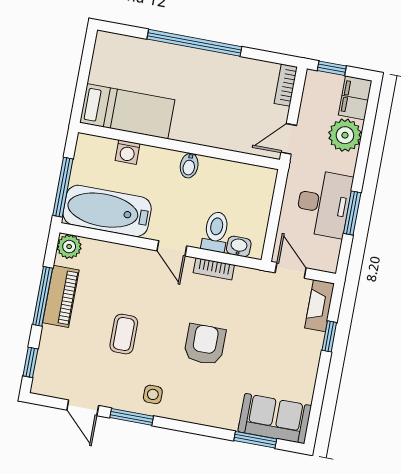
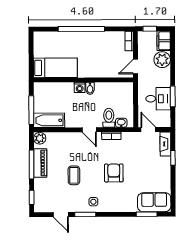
washing machine: (127, 152) -> (80, 87), moved
desk: (324, 204) -> (158, 99), width x0.73
bathtub: (107, 211) -> (49, 120), width x0.73, depth x0.73

